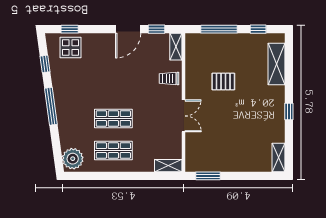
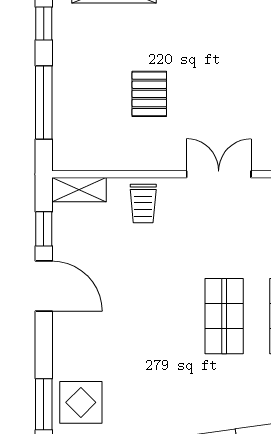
window: (70, 29) -> (44, 404), width x1.50

